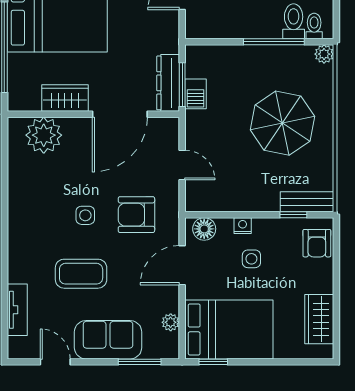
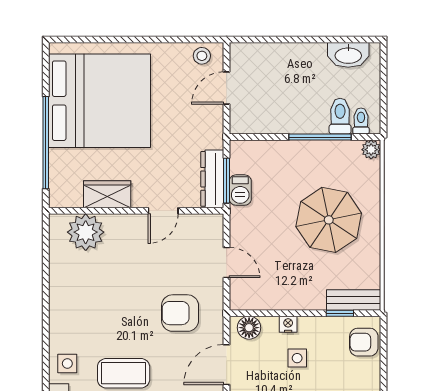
door: (120, 114) -> (163, 211), width x0.53
side table: (85, 215) -> (67, 363), moved
armchair: (317, 243) -> (364, 342), turned 90

